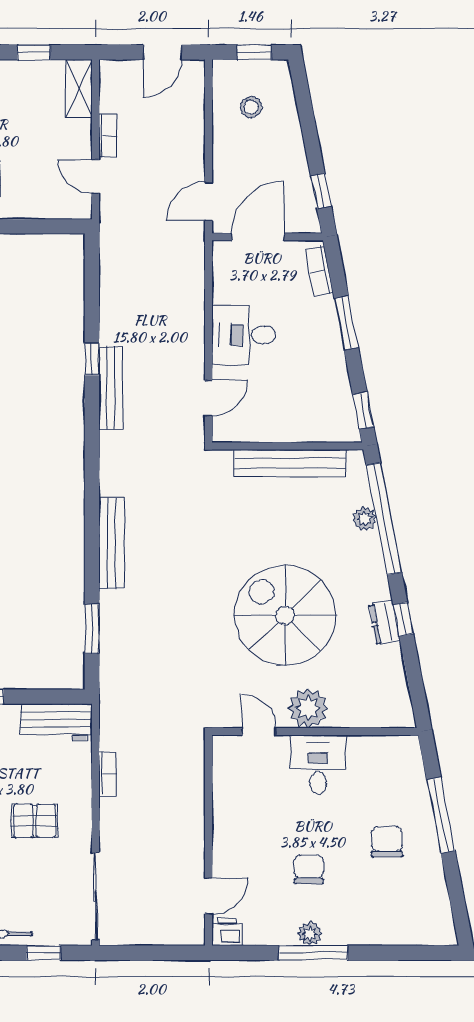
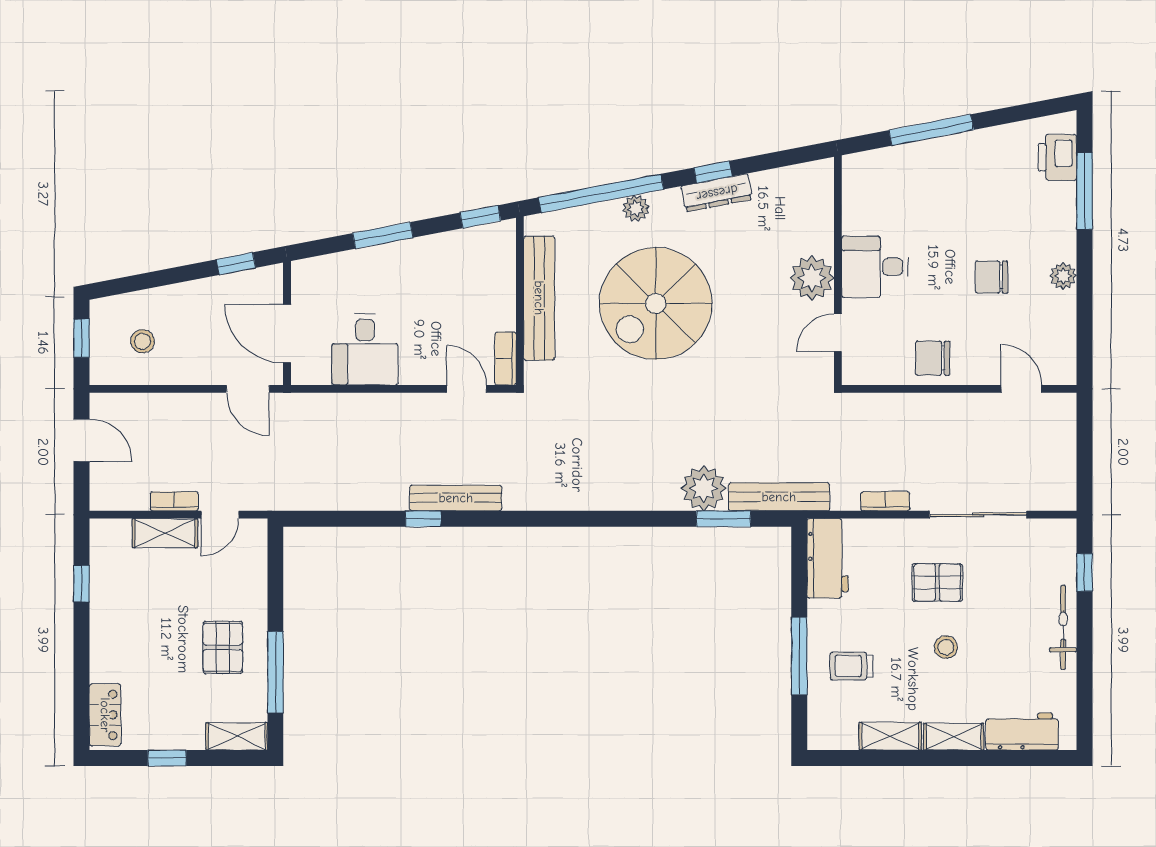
shelving: (79, 89) -> (165, 533), moved
bookcase: (319, 271) -> (506, 358), moved, turned 101
desk: (244, 335) -> (365, 349), moved
plant: (365, 519) -> (636, 208), moved
bench: (112, 543) -> (779, 497), moved
plant: (119, 611) -> (704, 488), added
spiral stairs: (285, 615) -> (656, 303), moved
dresser: (385, 622) -> (717, 193), width x1.44
pallet: (35, 821) -> (937, 582), turned 90
chair: (387, 842) -> (933, 358), moved
sliding door: (96, 896) -> (978, 515), moved
printer: (227, 932) -> (1057, 157), moved, width x1.36, depth x1.24
window: (313, 953) -> (1084, 191), moved

